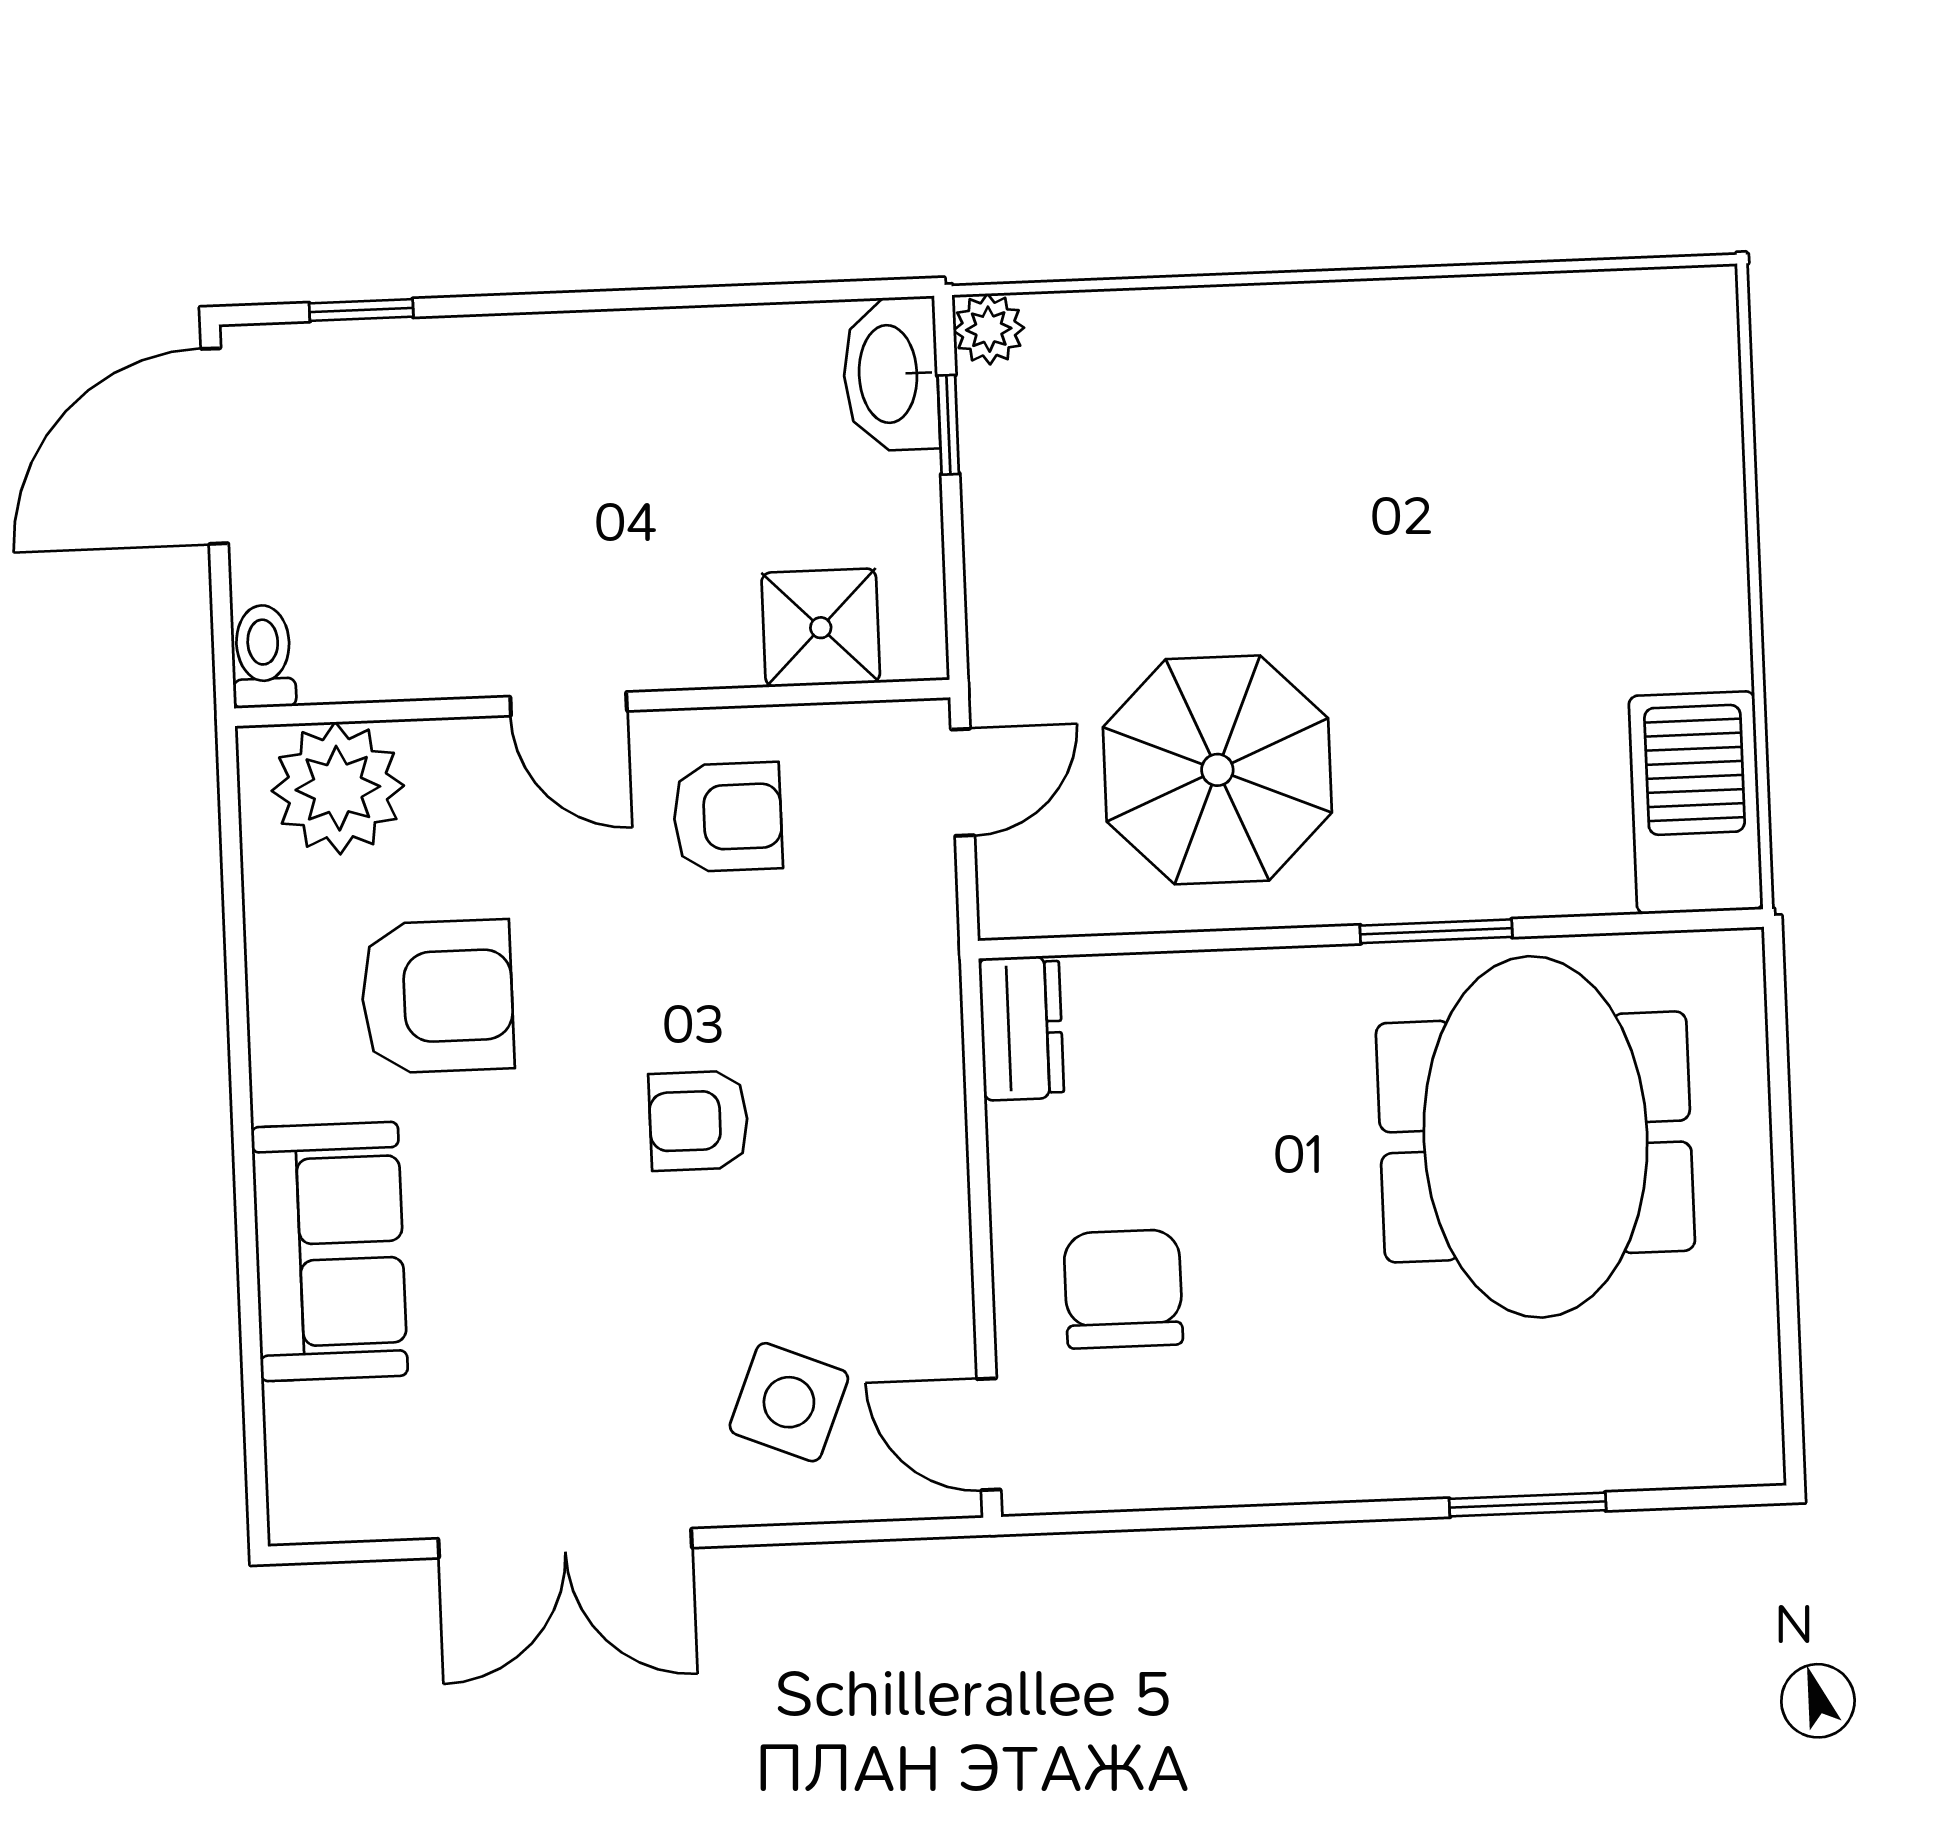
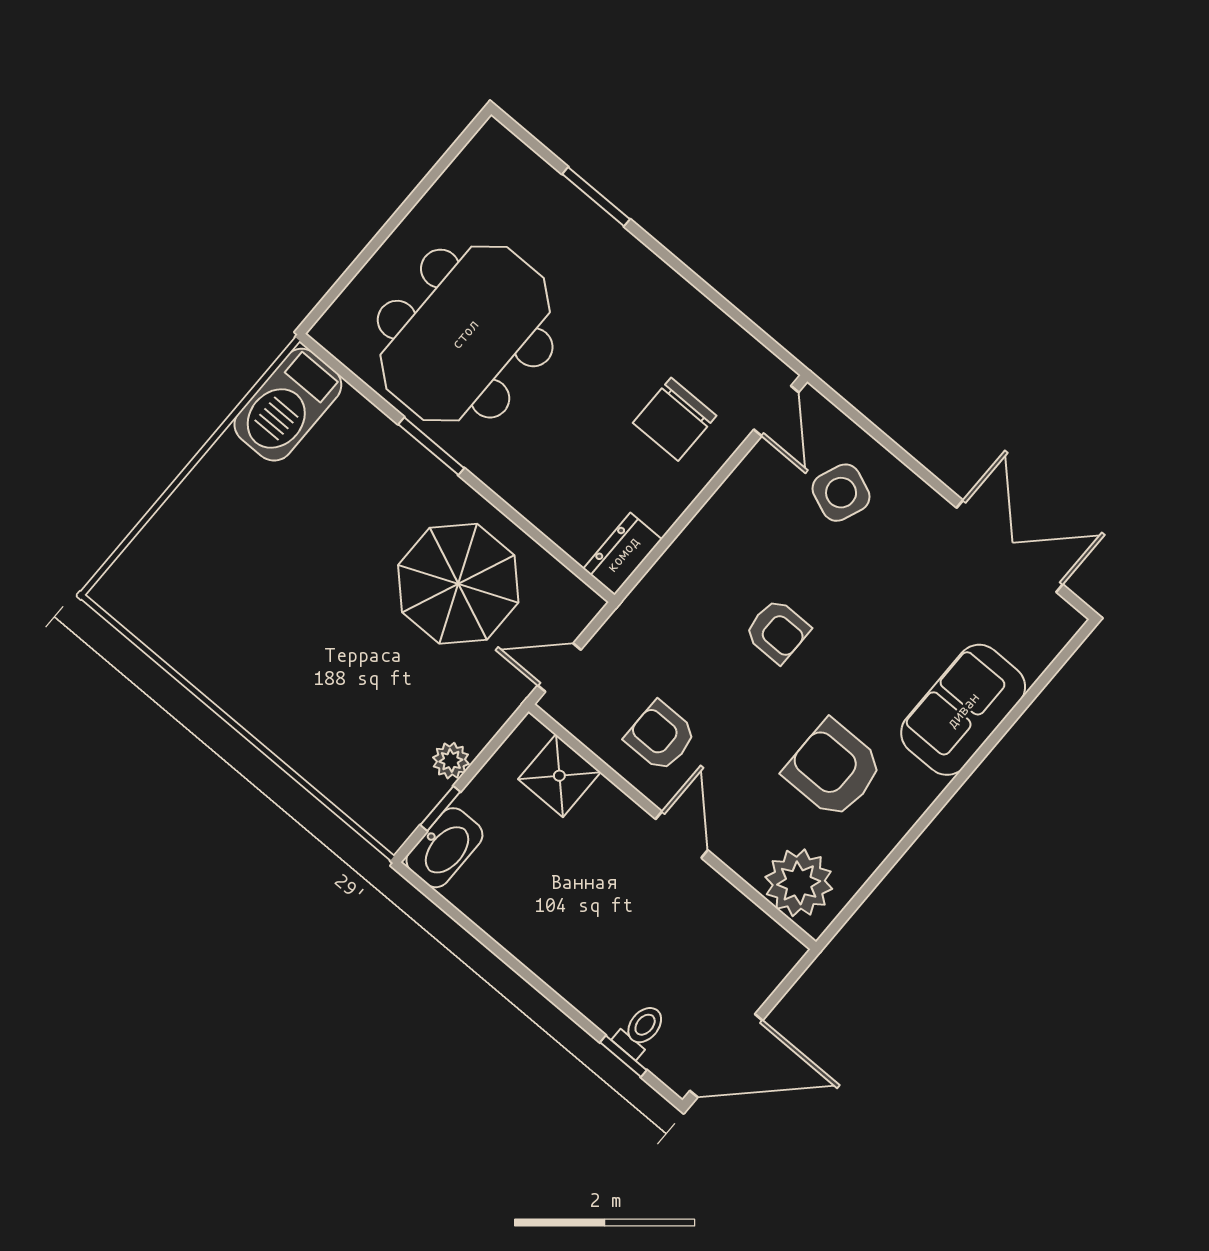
plant: (989, 329) -> (451, 761), moved
toilet: (263, 656) -> (640, 1030), moved, turned 180
double door: (565, 1543) -> (1010, 546), moved

